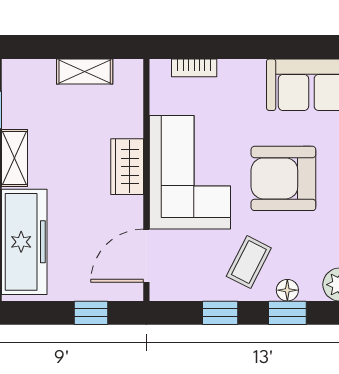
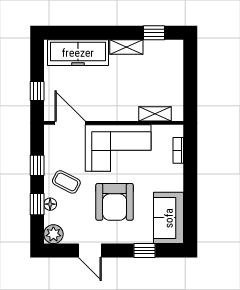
shelving: (85, 72) -> (155, 114), moved, turned 90
wardrobe: (127, 167) -> (121, 112), removed
armchair: (283, 178) -> (115, 202), turned 180

